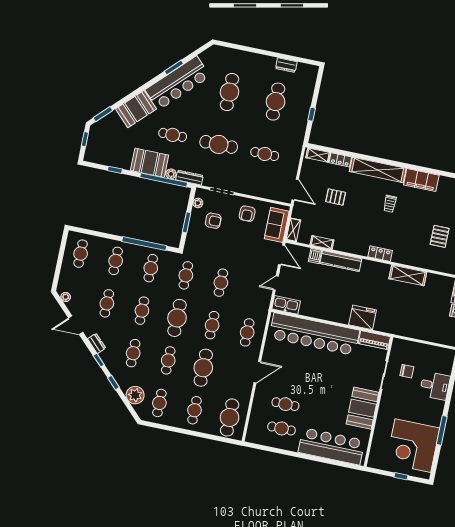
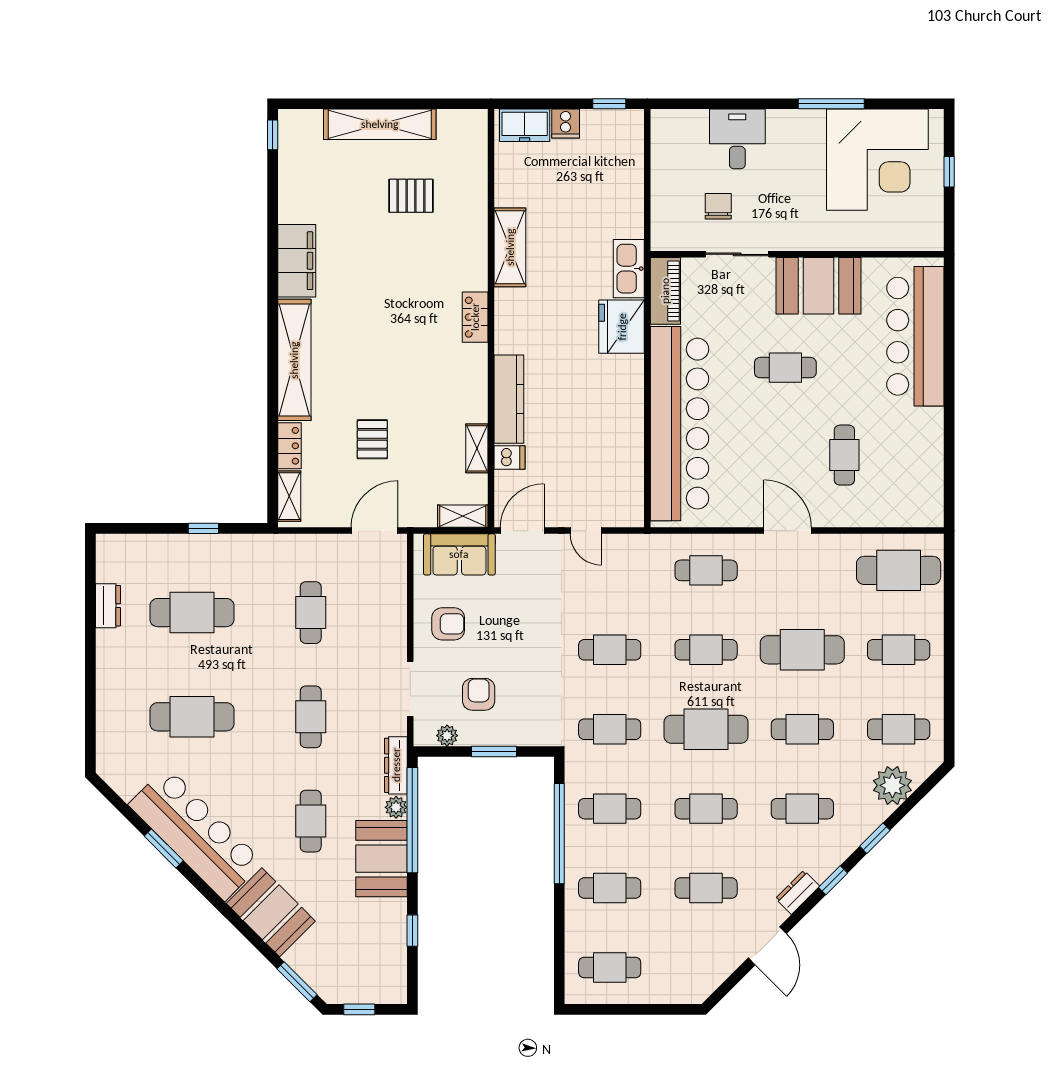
cafe table: (219, 144) -> (311, 717), width x0.73, depth x0.74
trolley: (390, 204) -> (362, 318), removed
plant: (66, 297) -> (711, 980), removed
kitchen sink: (286, 305) -> (629, 269), moved
cafe table: (282, 428) -> (785, 368), moved, turned 90

